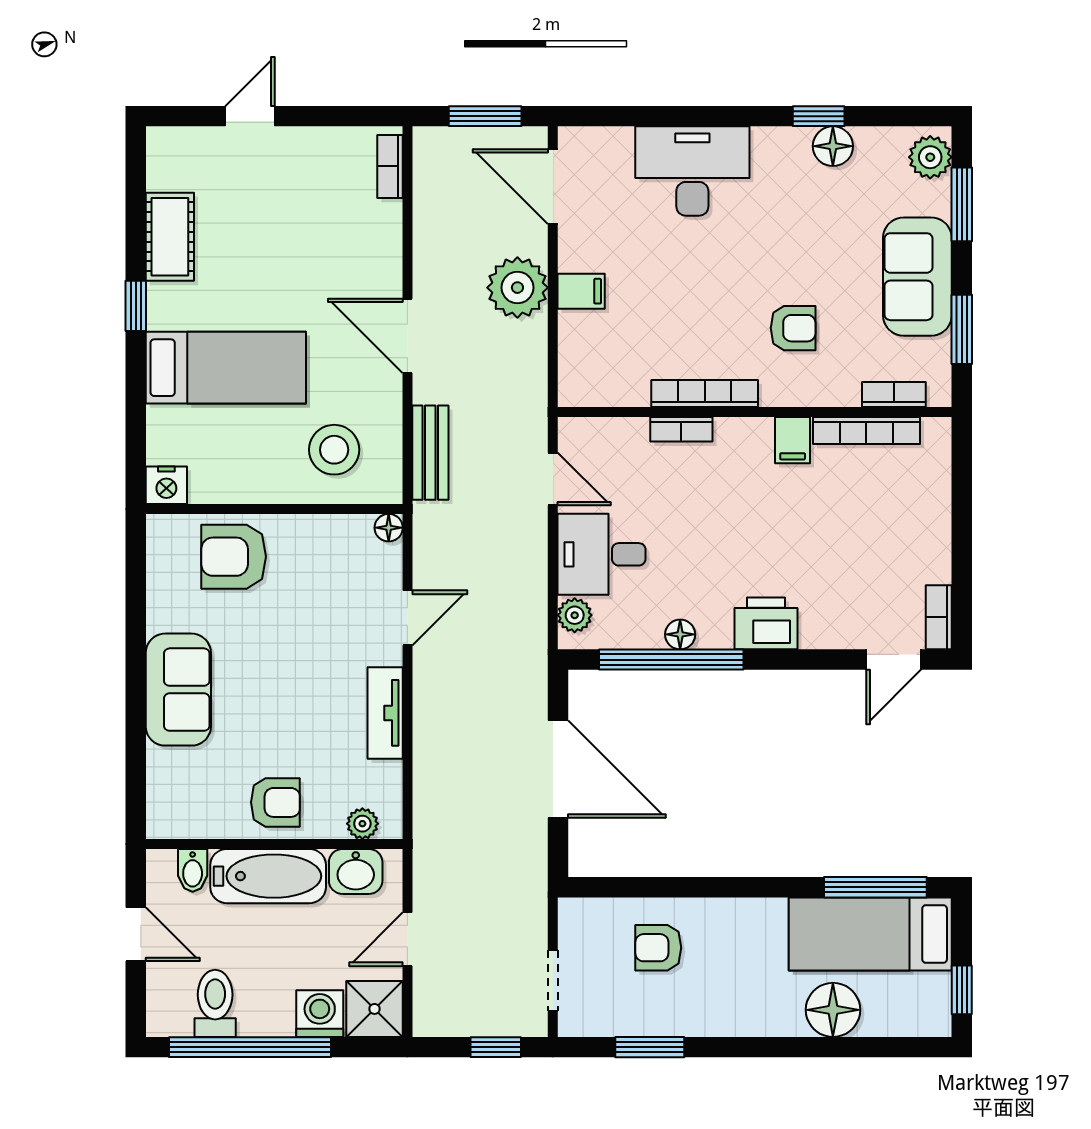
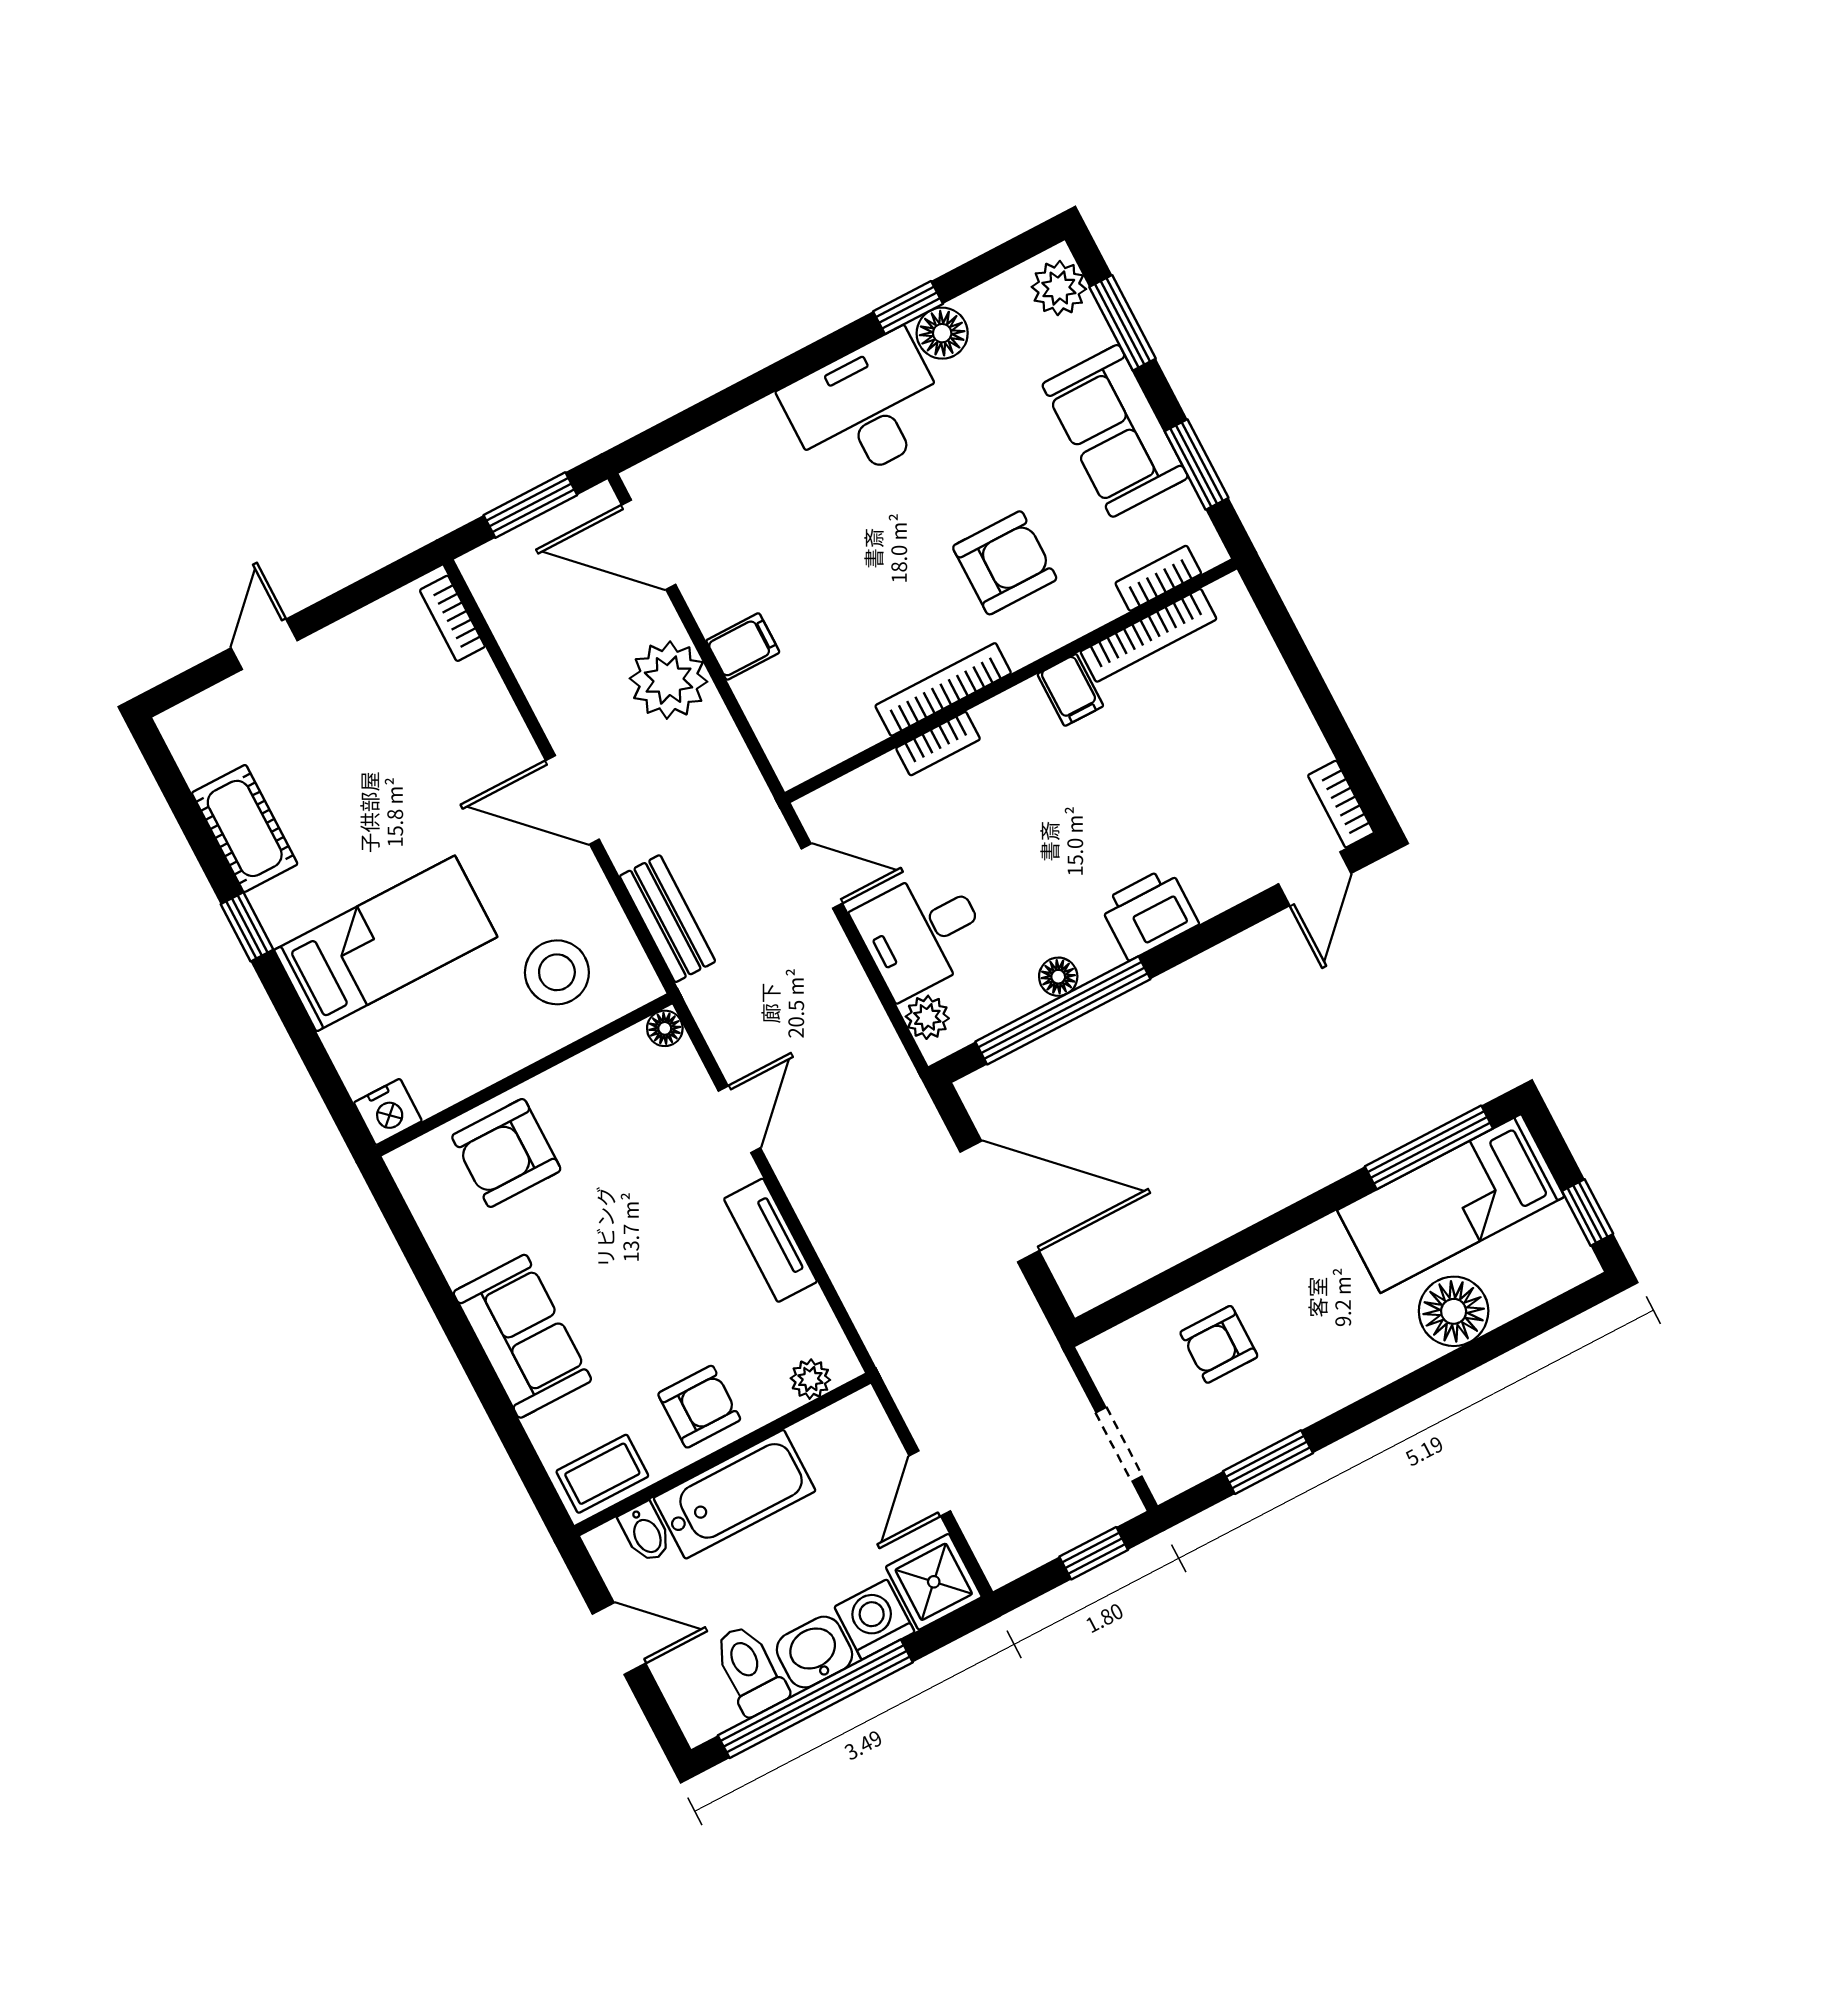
desk: (692, 171) -> (866, 409), moved
armchair: (793, 328) -> (1005, 563), width x1.38, depth x1.38
coffee table: (184, 814) -> (602, 1474), added
washbasin: (356, 871) -> (814, 1652), moved, turned 180

